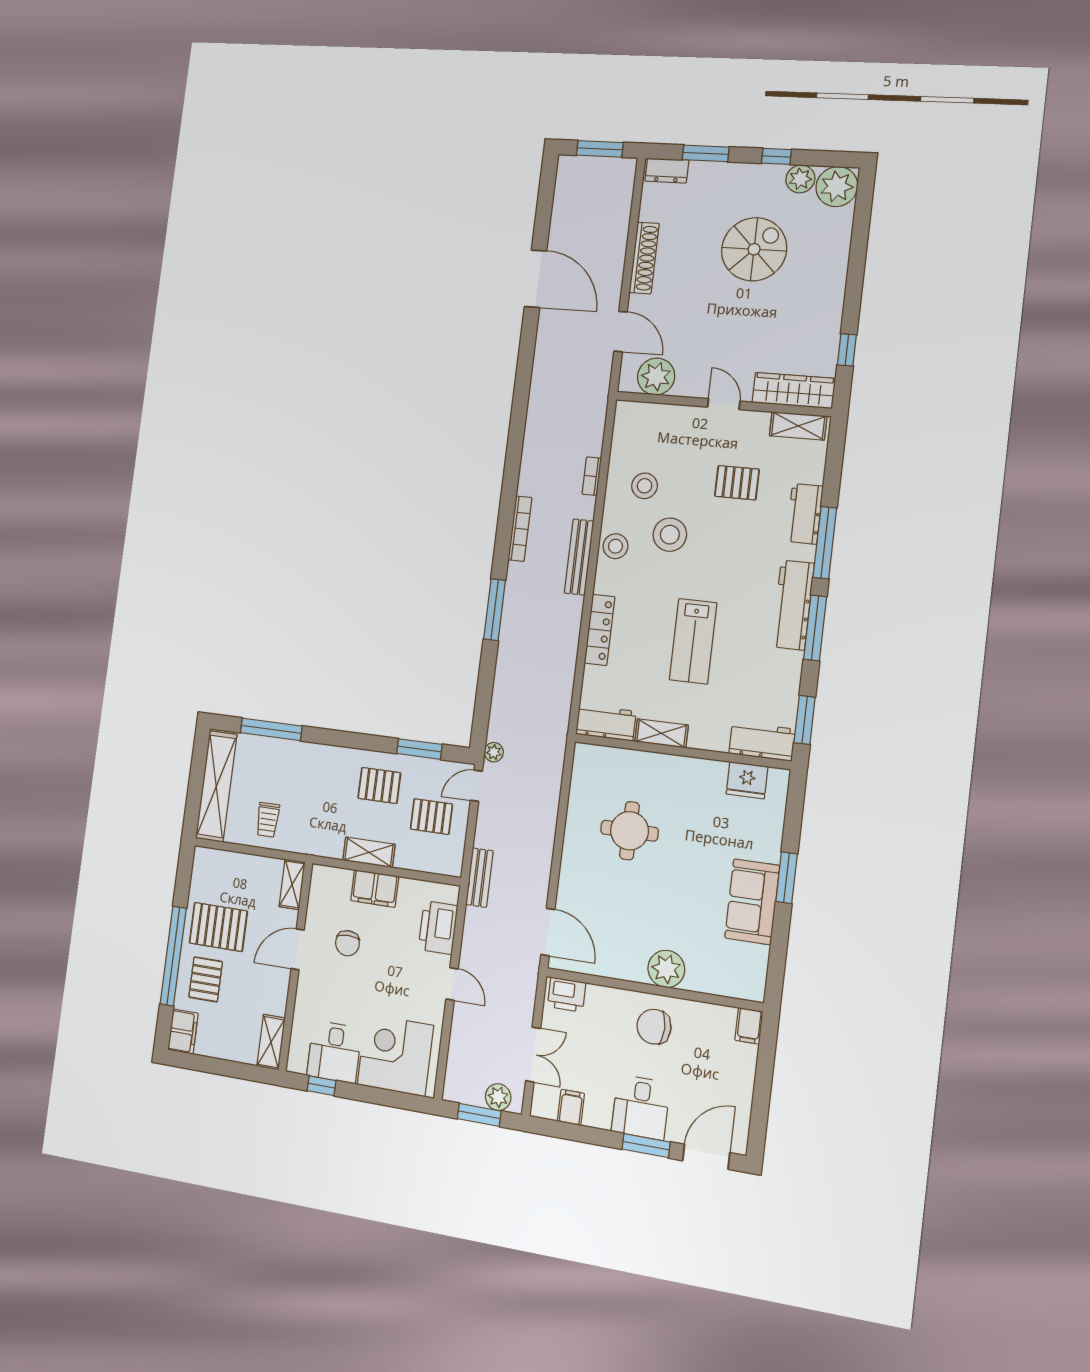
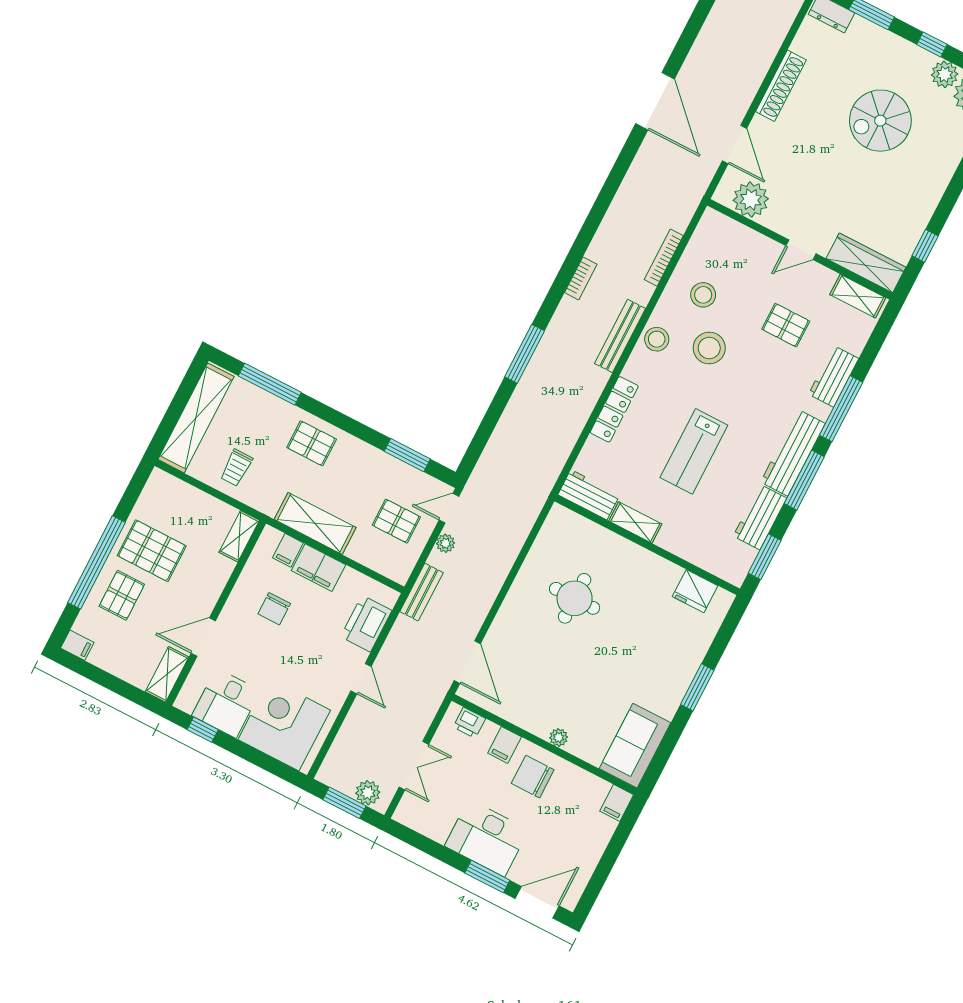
spiral stairs: (754, 249) -> (880, 121), turned 180
door: (535, 279) -> (655, 101), moved
door: (724, 404) -> (801, 250), swing flipped
bookcase: (592, 476) -> (664, 258), width x1.56
bookcase: (520, 529) -> (581, 278), width x0.64
workbench: (762, 741) -> (760, 517), moved, turned -90
plant: (494, 752) -> (446, 543), moved
pallet: (379, 785) -> (312, 443), moved
shelving: (369, 852) -> (315, 523), width x1.50, depth x1.33
filing cabinet: (341, 882) -> (288, 550), added
sofa: (752, 902) -> (635, 746), moved
door: (298, 949) -> (203, 637), moved
plant: (666, 969) -> (559, 737), width x0.53, depth x0.53
printer: (567, 995) -> (469, 723), width x0.73, depth x0.81
filing cabinet: (183, 1032) -> (77, 645), width x0.50
filing cabinet: (571, 1107) -> (505, 745), moved, turned 180
desk: (641, 1107) -> (487, 838), width x1.37

